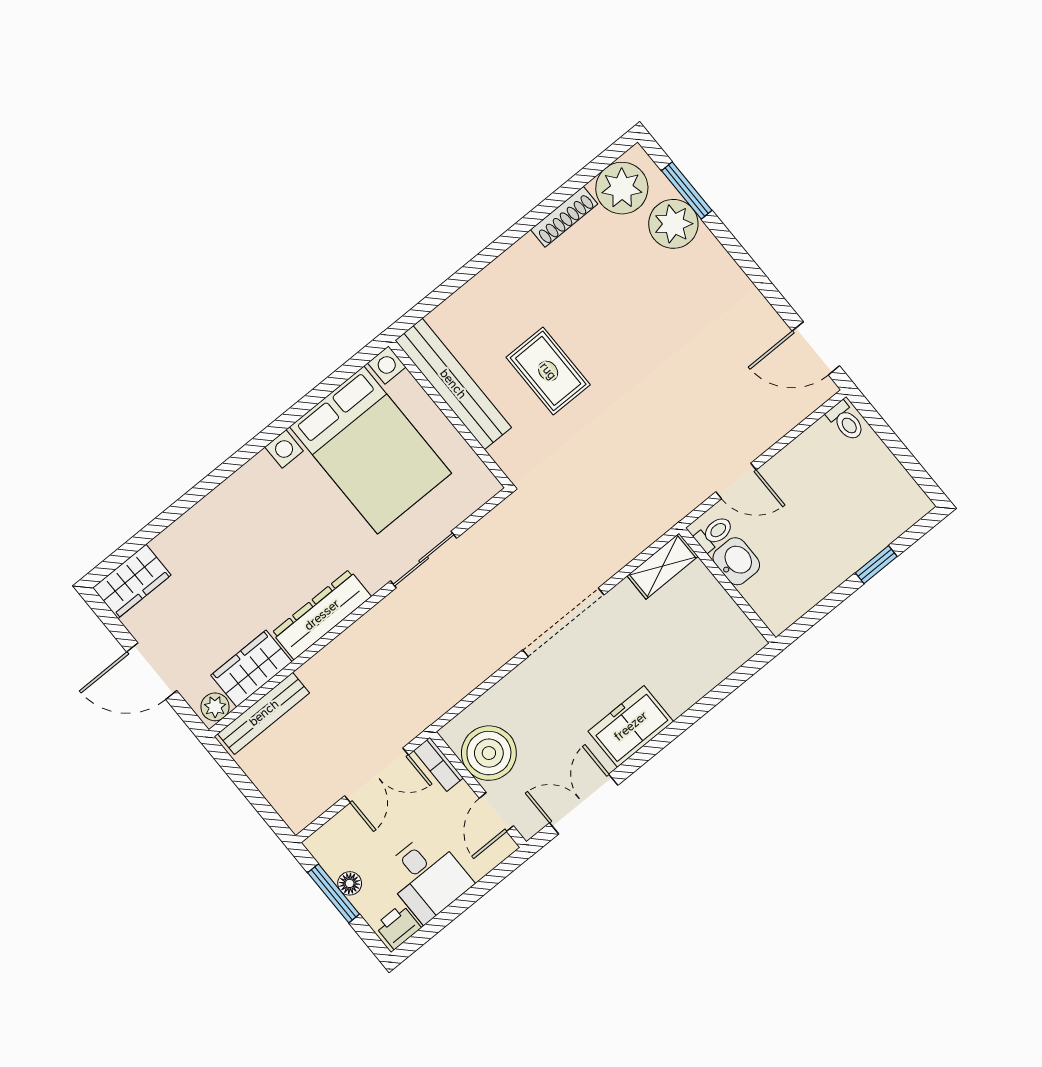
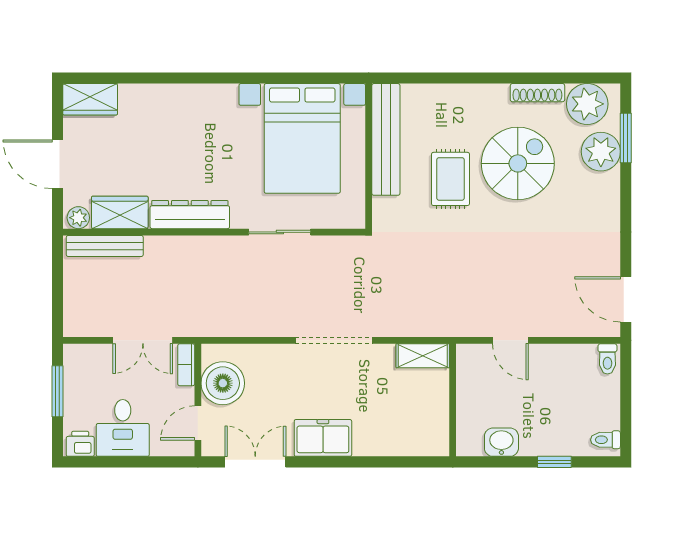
spiral stairs: (602, 302) -> (518, 163), added
toilet: (714, 533) -> (606, 440), moved, turned 180
washbasin: (736, 561) -> (501, 442), moved, turned -90
floor lamp: (350, 883) -> (72, 393), removed

